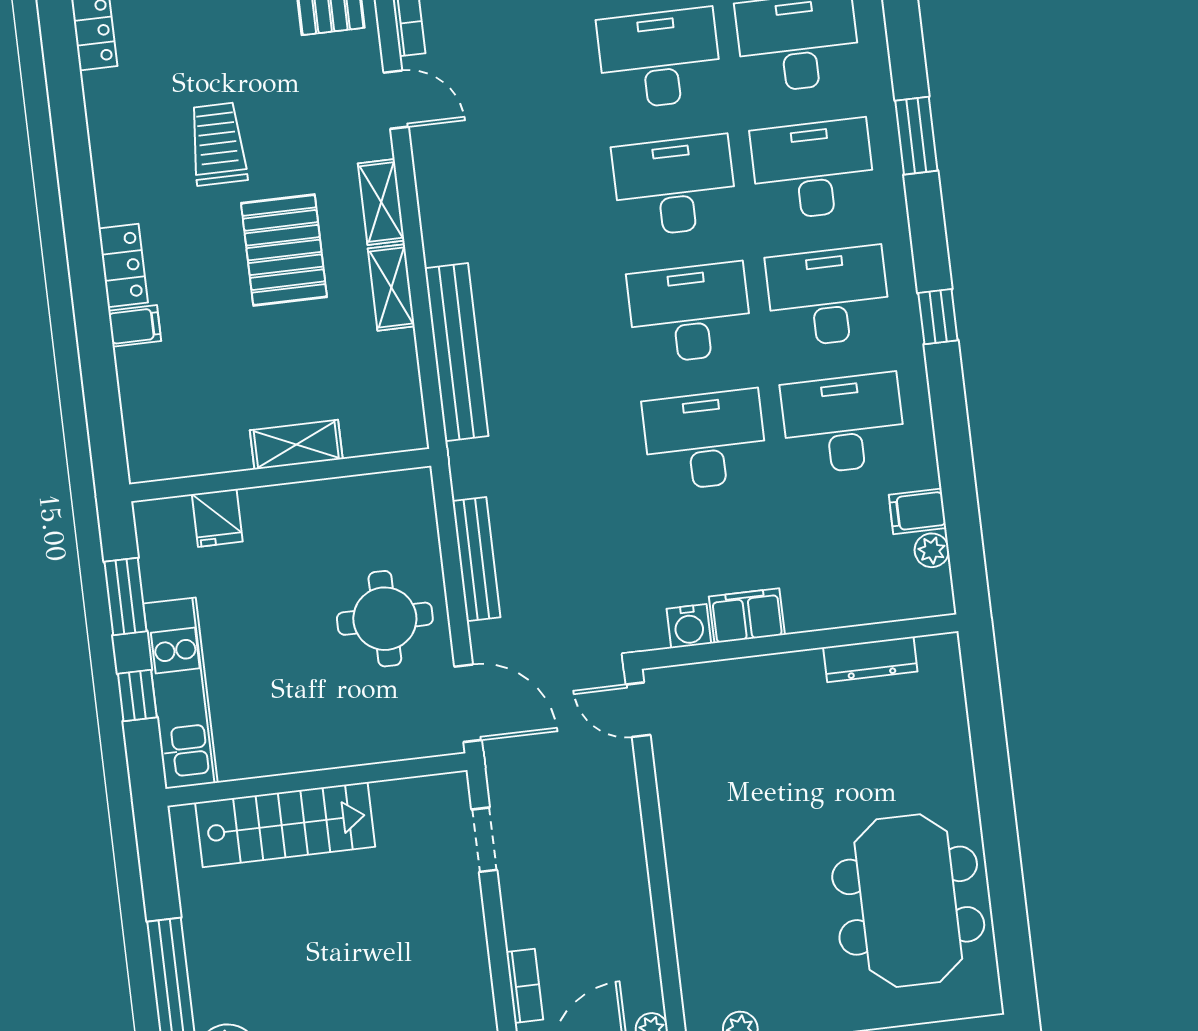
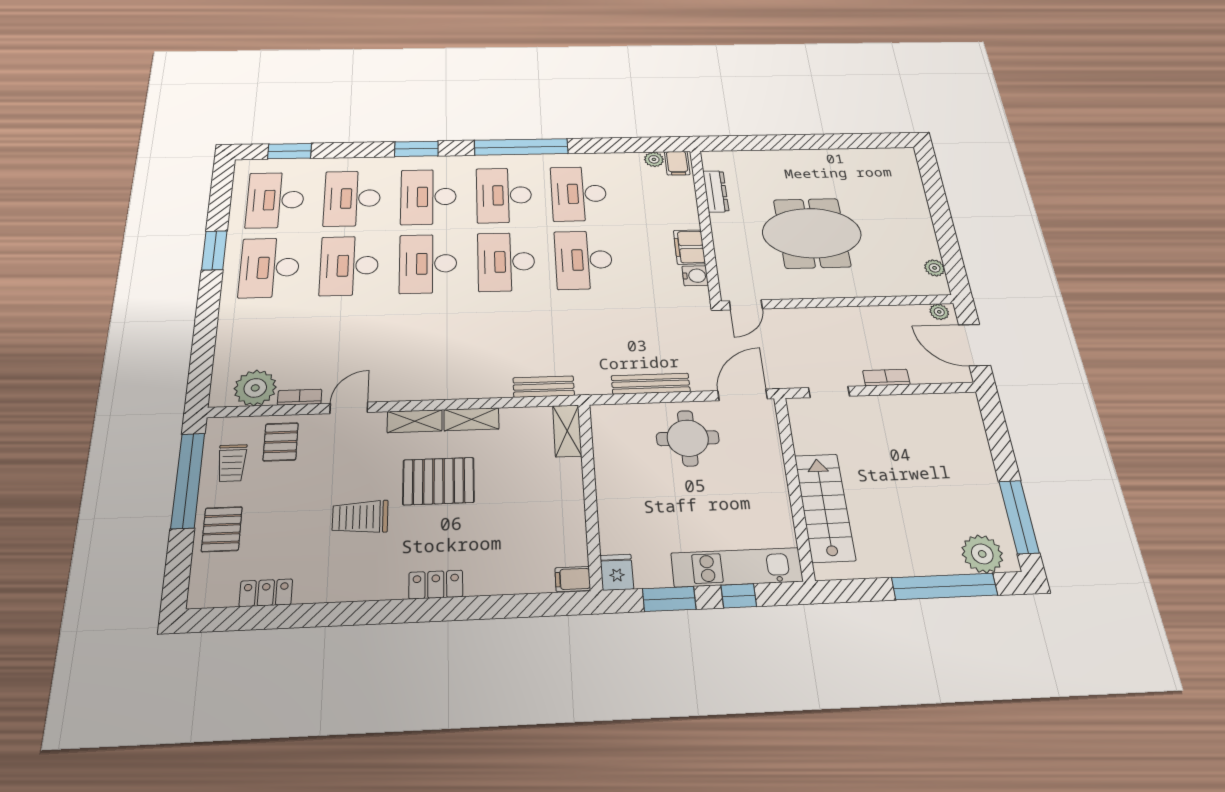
window: (938, 317) -> (521, 147), width x3.17
filing cabinet: (135, 326) -> (573, 579), moved, turned -90
bench: (457, 352) -> (544, 387), width x0.54, depth x0.82
shelving: (296, 445) -> (567, 431), moved
filing cabinet: (917, 511) -> (677, 163), moved
fridge: (217, 518) -> (617, 572), moved, turned -90
meeting table: (908, 901) -> (812, 233), moved
bookcase: (525, 986) -> (886, 378), moved

